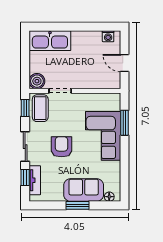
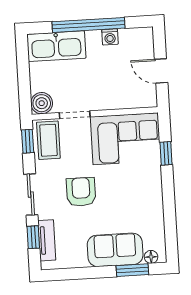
window: (74, 27) -> (88, 25), added
washing machine: (108, 36) -> (110, 37), moved
window: (124, 123) -> (166, 153), width x0.67
corner sofa: (103, 136) -> (126, 139), moved, turned -90
window: (77, 205) -> (132, 270), moved

